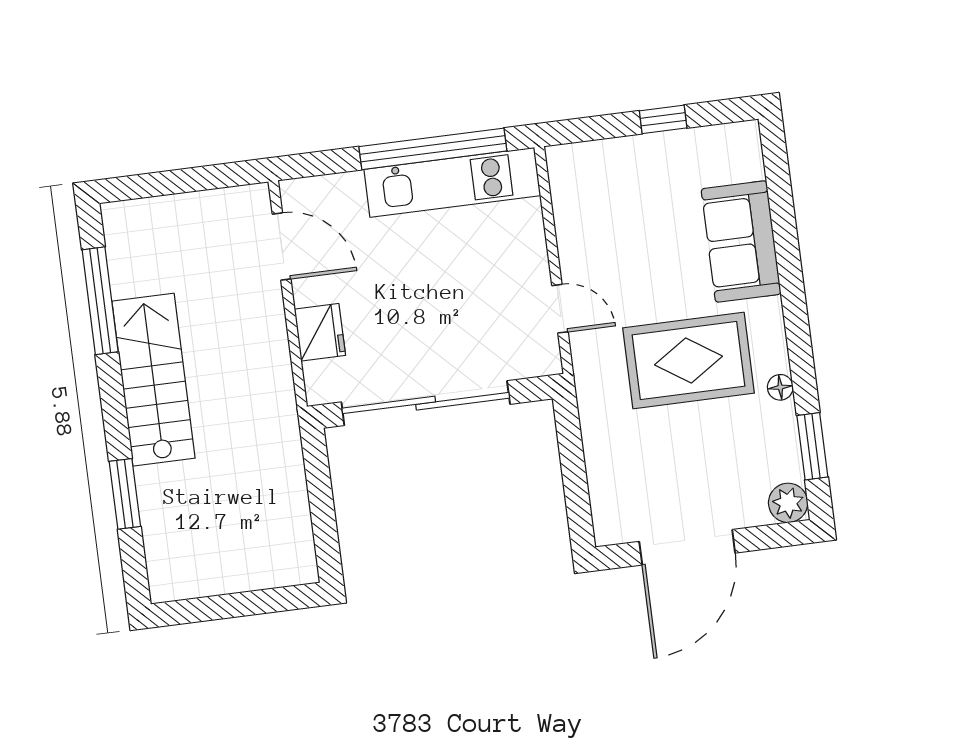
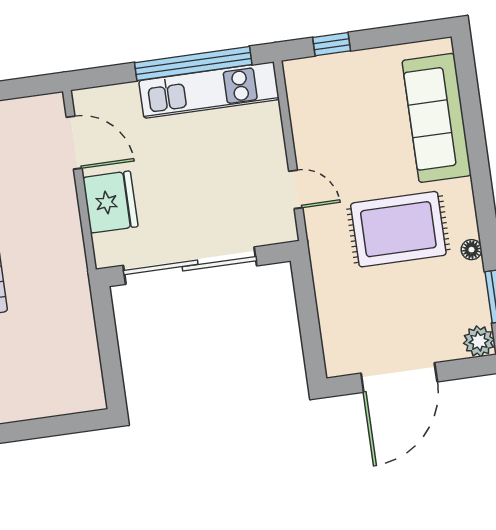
window: (663, 119) -> (332, 44), moved
sofa: (741, 241) -> (437, 118), width x1.36
fridge: (320, 332) -> (110, 202), width x1.36, depth x1.34

